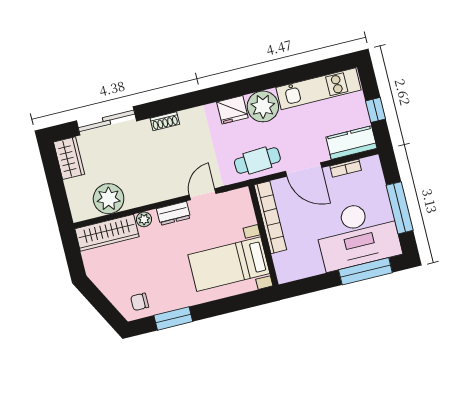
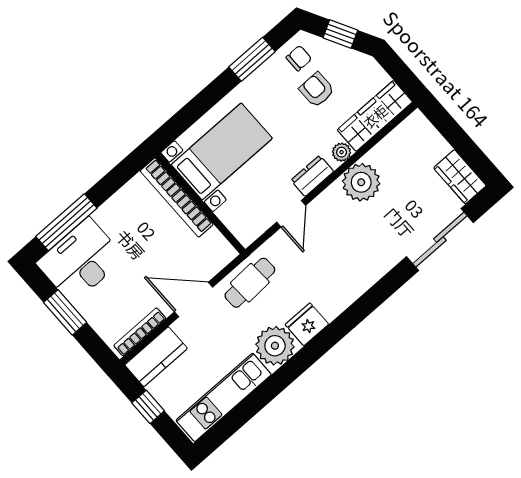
shoe rack: (165, 121) -> (375, 273), removed
bookcase: (346, 168) -> (140, 332), width x1.56
plant: (109, 199) -> (361, 182), moved
window: (400, 208) -> (65, 312), width x0.69
bookcase: (270, 217) -> (177, 198), moved
desk: (358, 235) -> (81, 261), width x0.73, depth x0.77
armchair: (139, 273) -> (317, 90), added
window: (101, 304) -> (340, 34), added

